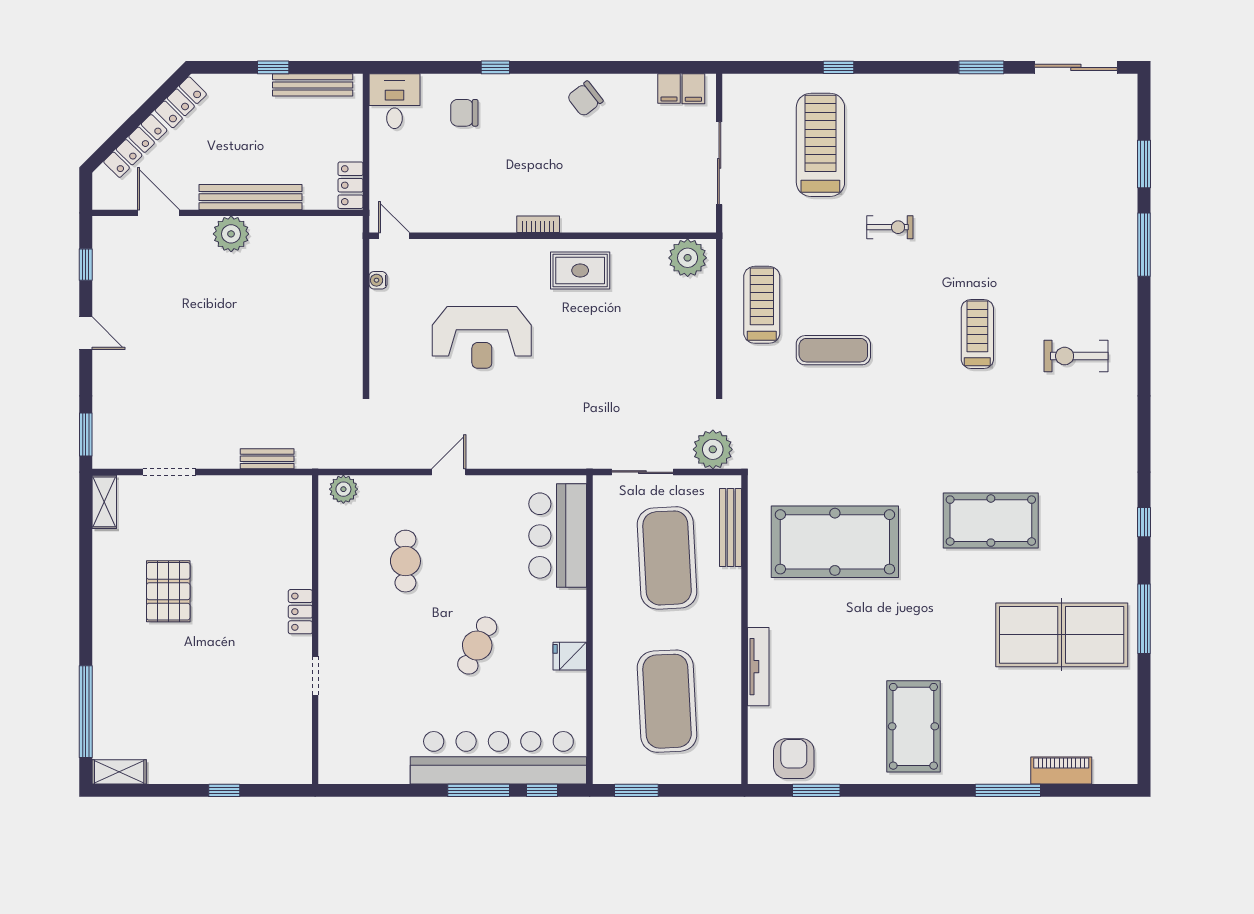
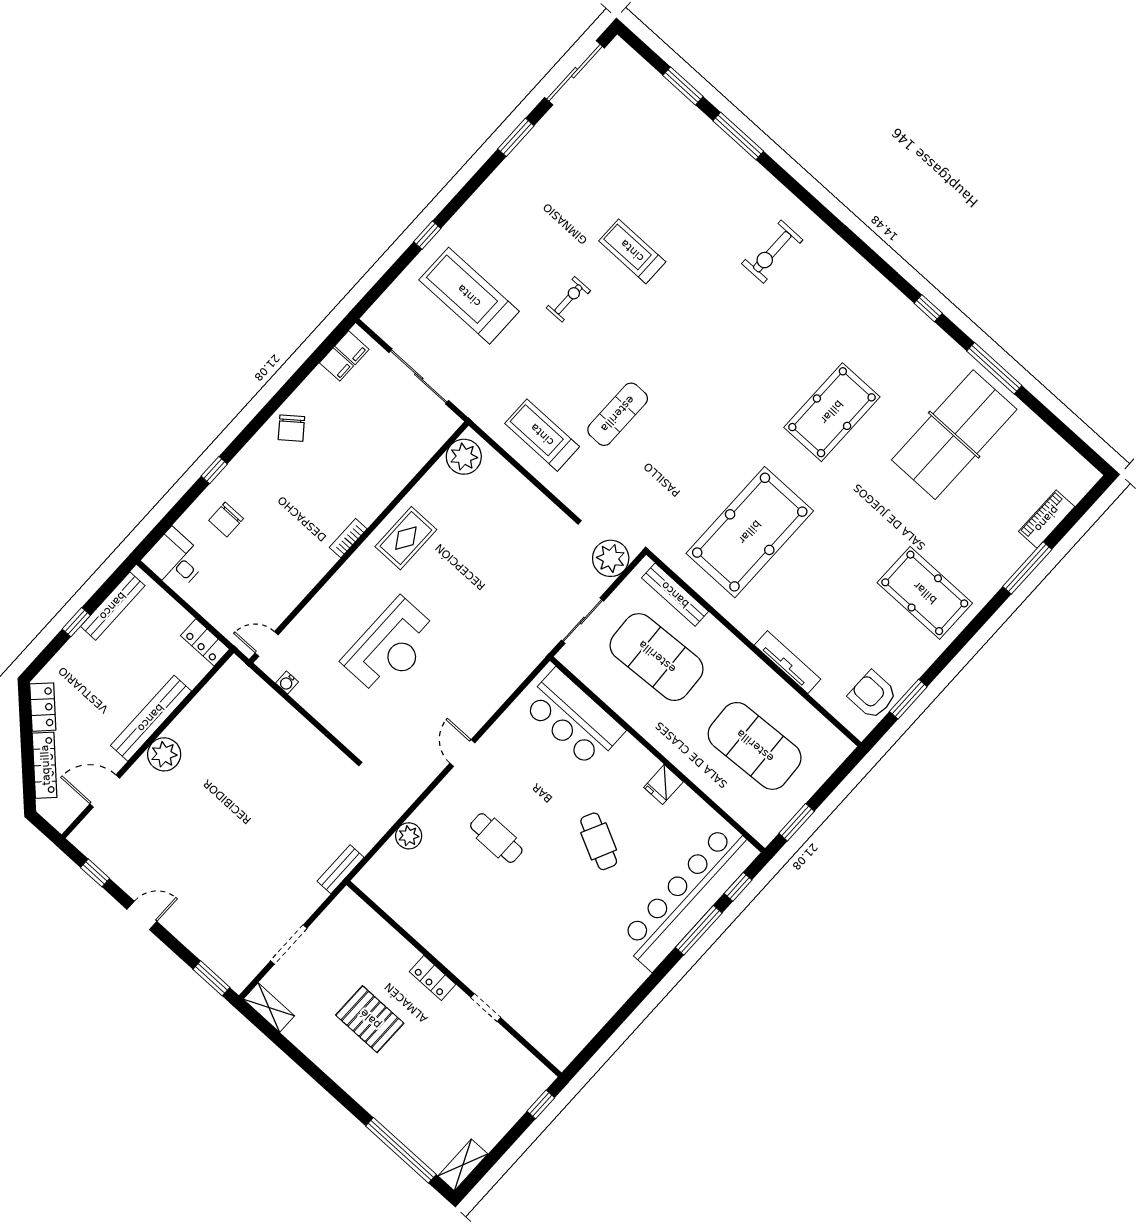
treadmill: (977, 334) -> (632, 251), moved
locker: (300, 612) -> (433, 978), moved
wall: (315, 630) -> (454, 979), moved
doorway: (315, 676) -> (486, 1008), moved

